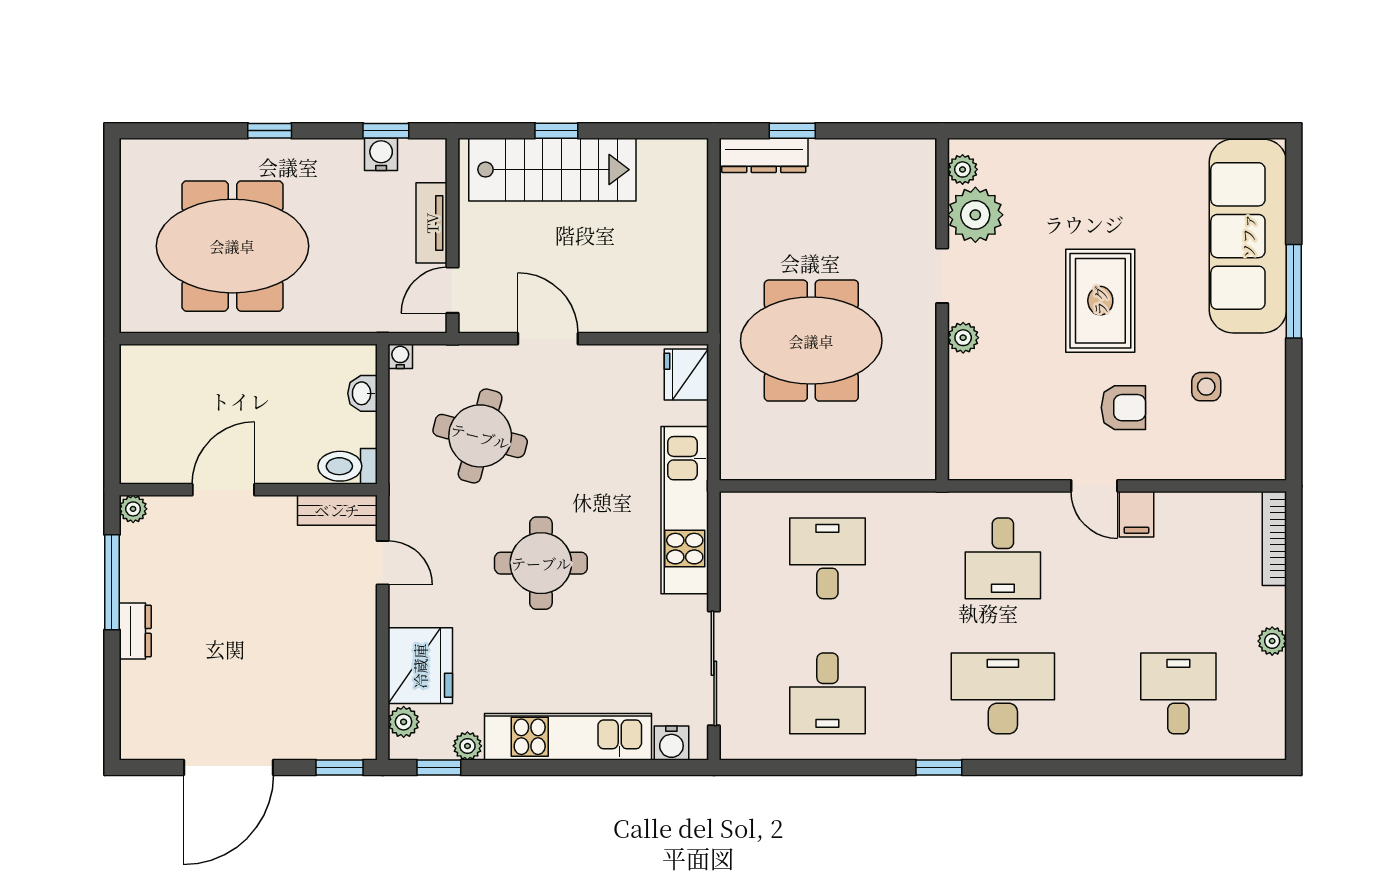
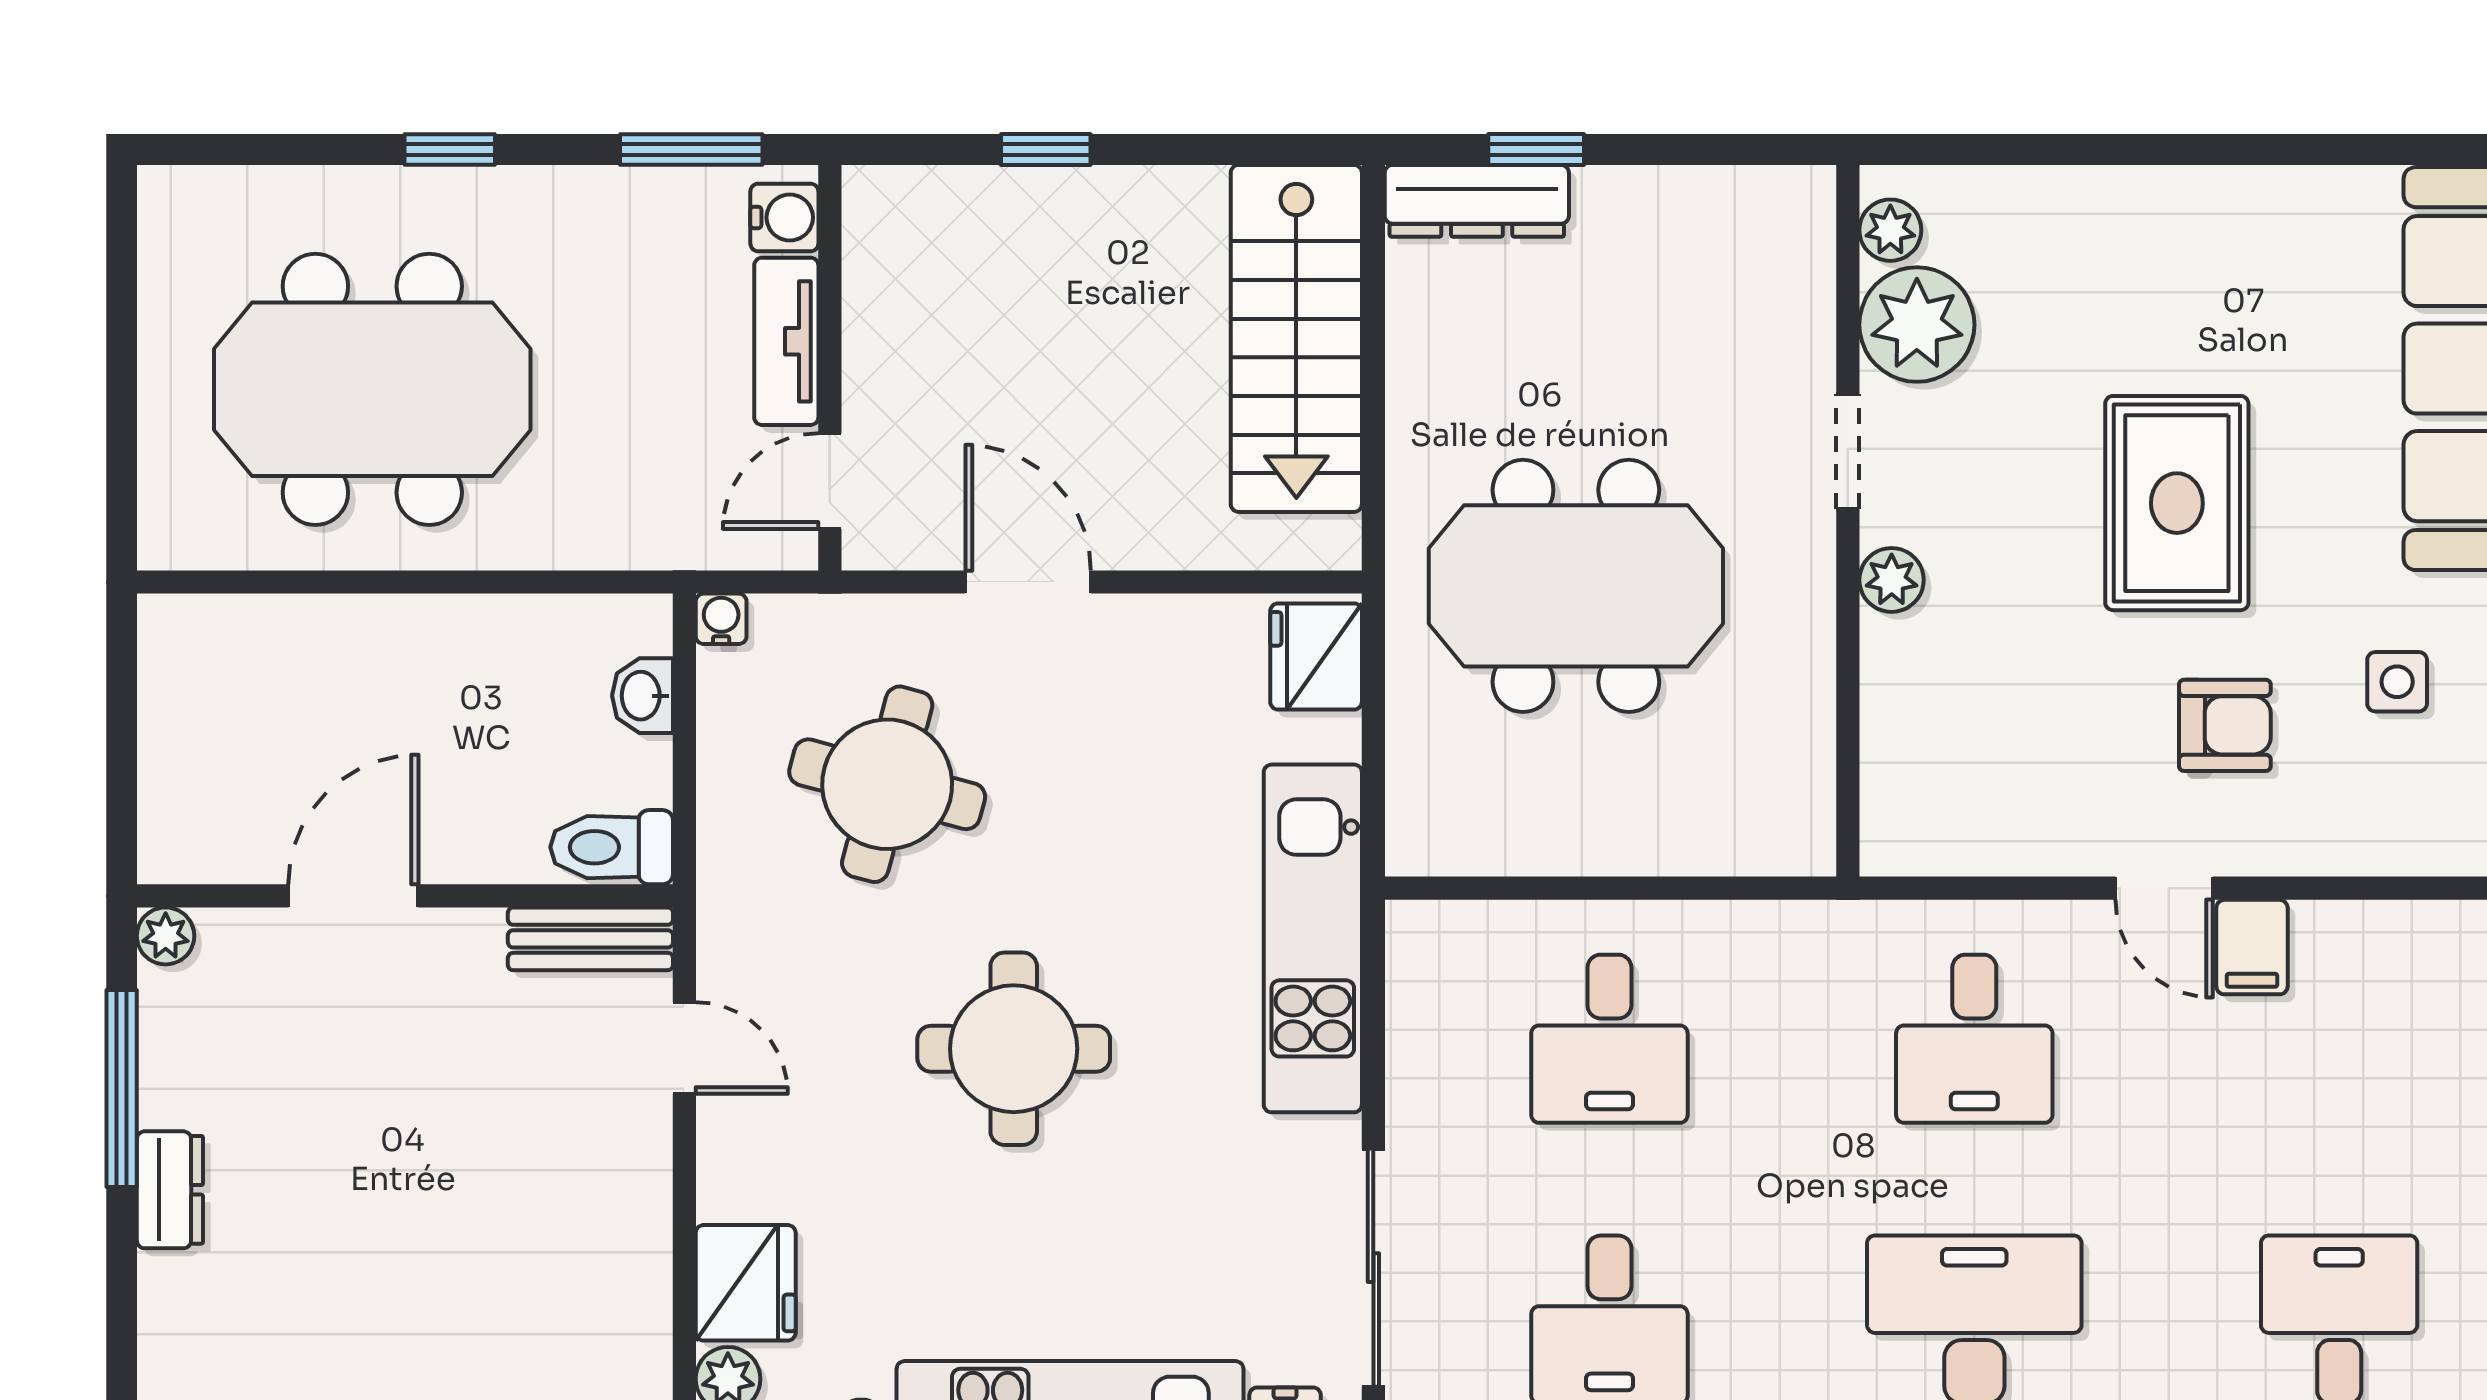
window: (386, 131) -> (691, 149), width x1.50
water cooler: (381, 154) -> (784, 217), moved, turned 90
stairs: (552, 170) -> (1296, 338), moved, turned 90
desk: (827, 558) -> (1609, 1039), turned 180
fridge: (420, 666) -> (746, 1283), width x0.73, depth x0.75

